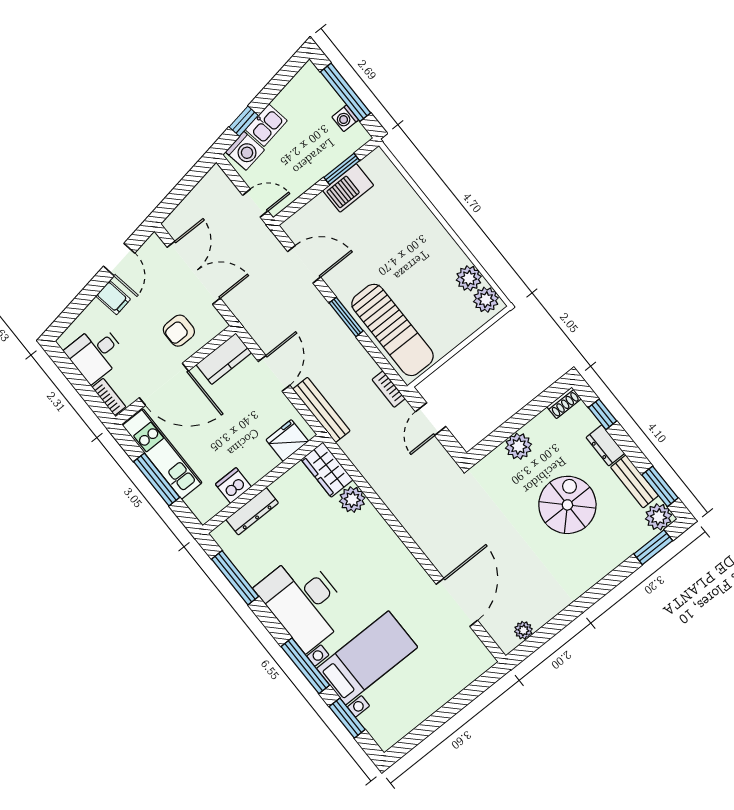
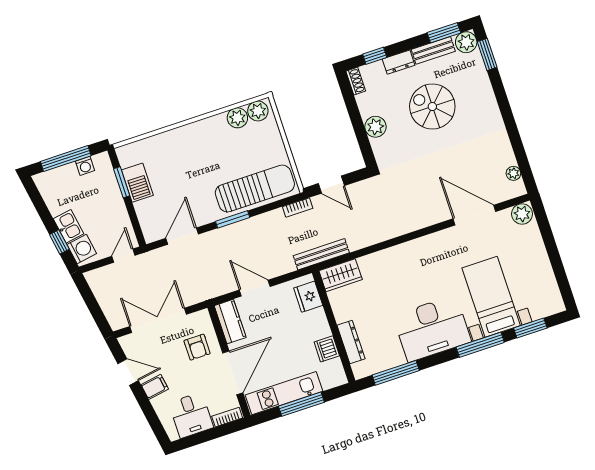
bench: (321, 410) -> (321, 254), moved
plant: (352, 500) -> (522, 214), moved

